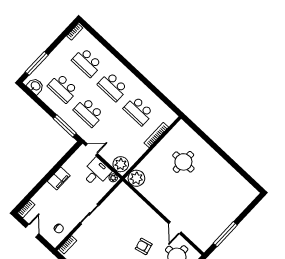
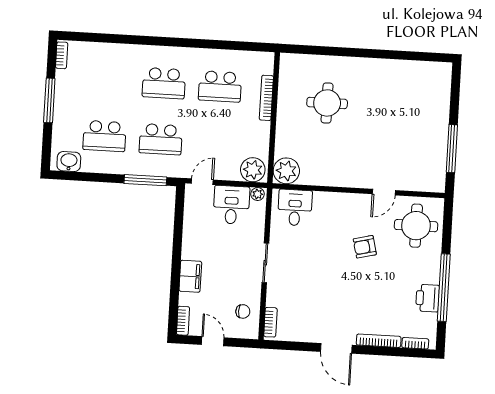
school desk: (87, 62) -> (108, 80), removed
window: (37, 63) -> (49, 100), moved
filing cabinet: (59, 178) -> (190, 276), moved
desk: (126, 199) -> (295, 208), added
door: (175, 228) -> (384, 192), hinge flipped

